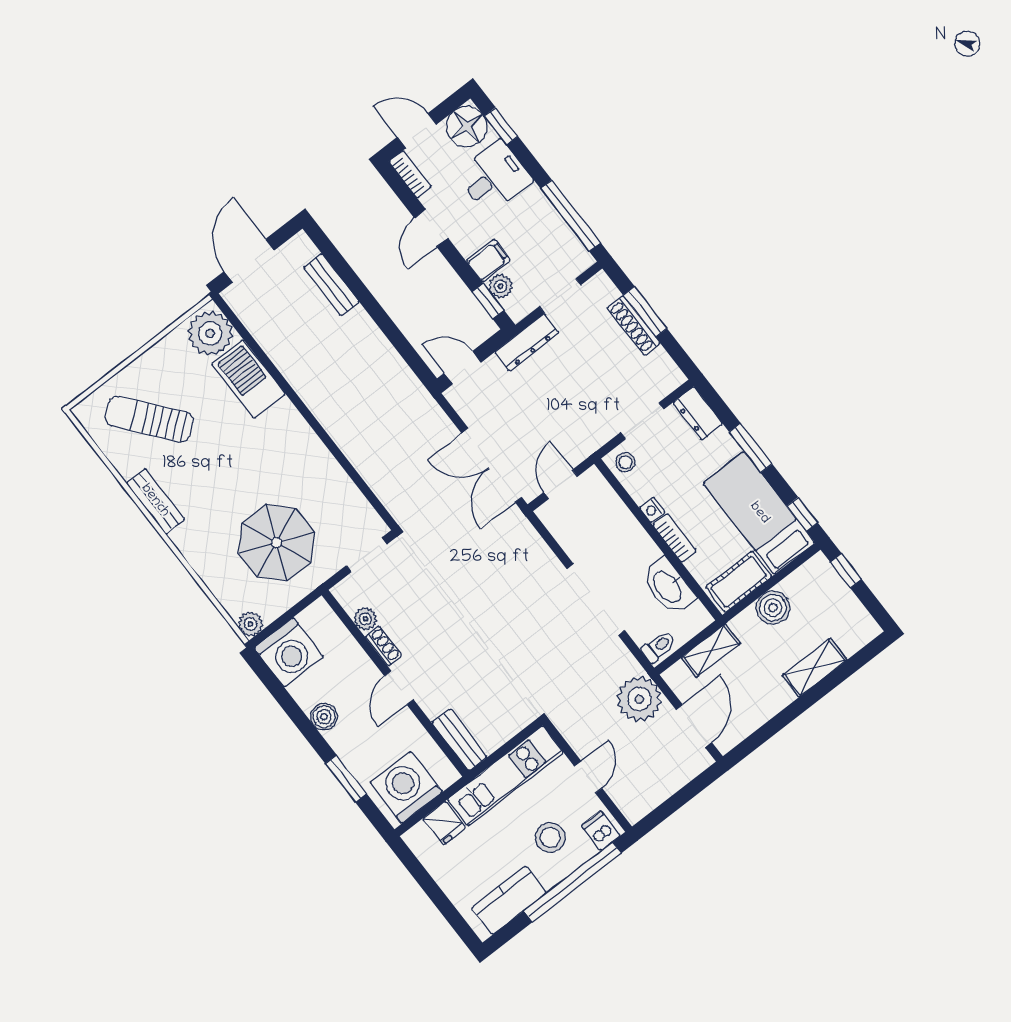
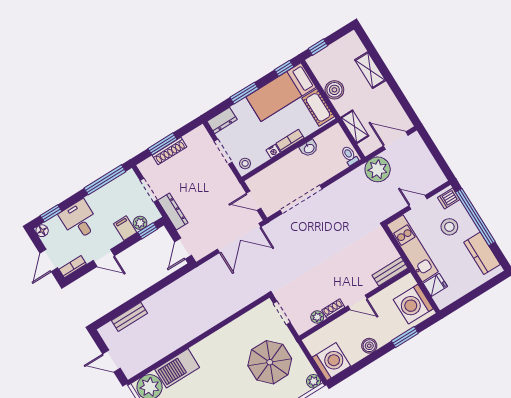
floor lamp: (467, 127) -> (42, 231), width x0.53, depth x0.53
door: (249, 261) -> (111, 361), width x0.73
washbasin: (668, 586) -> (309, 148), width x0.52, depth x0.69
doorway: (596, 599) -> (301, 199), moved

